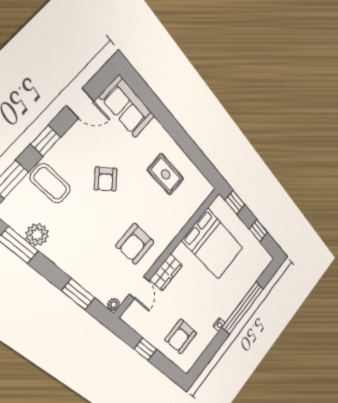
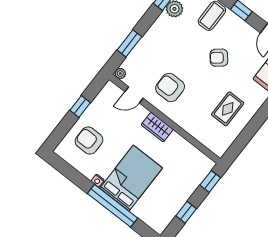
bed: (213, 244) -> (131, 178), moved, turned 180
wardrobe: (166, 272) -> (157, 127), moved

